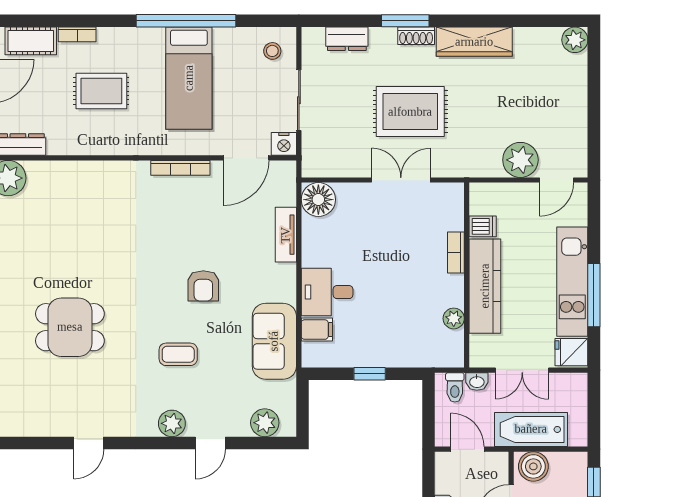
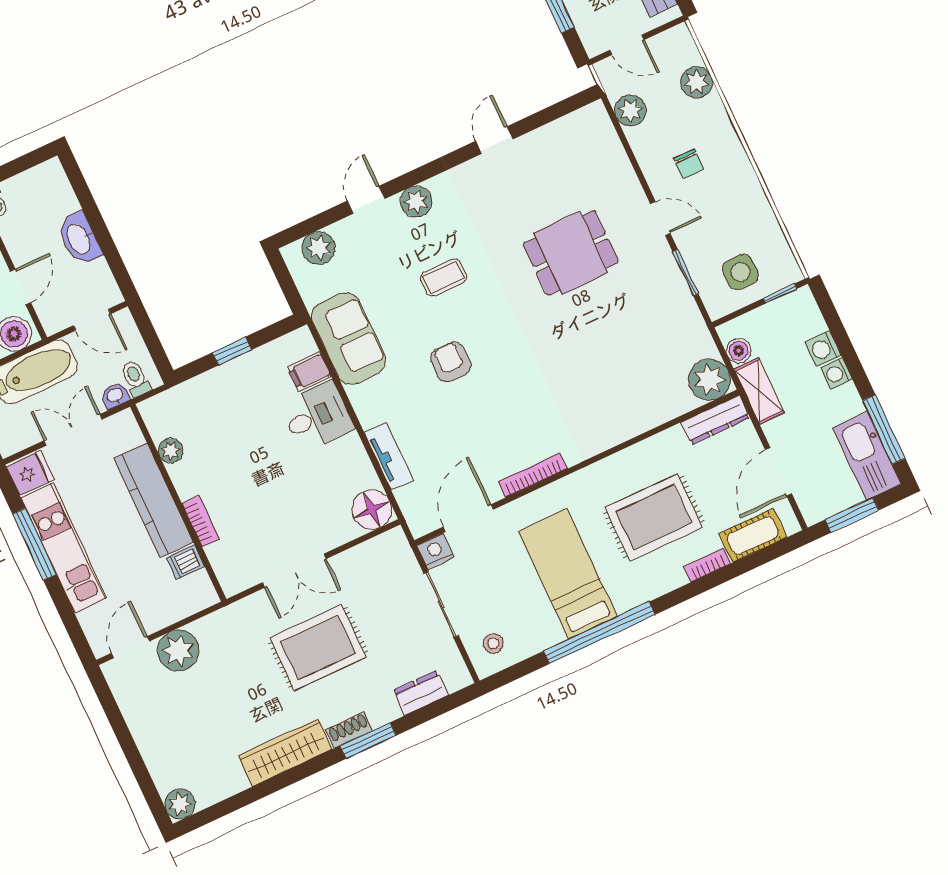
rug: (101, 91) -> (654, 517), width x1.36, depth x1.43

